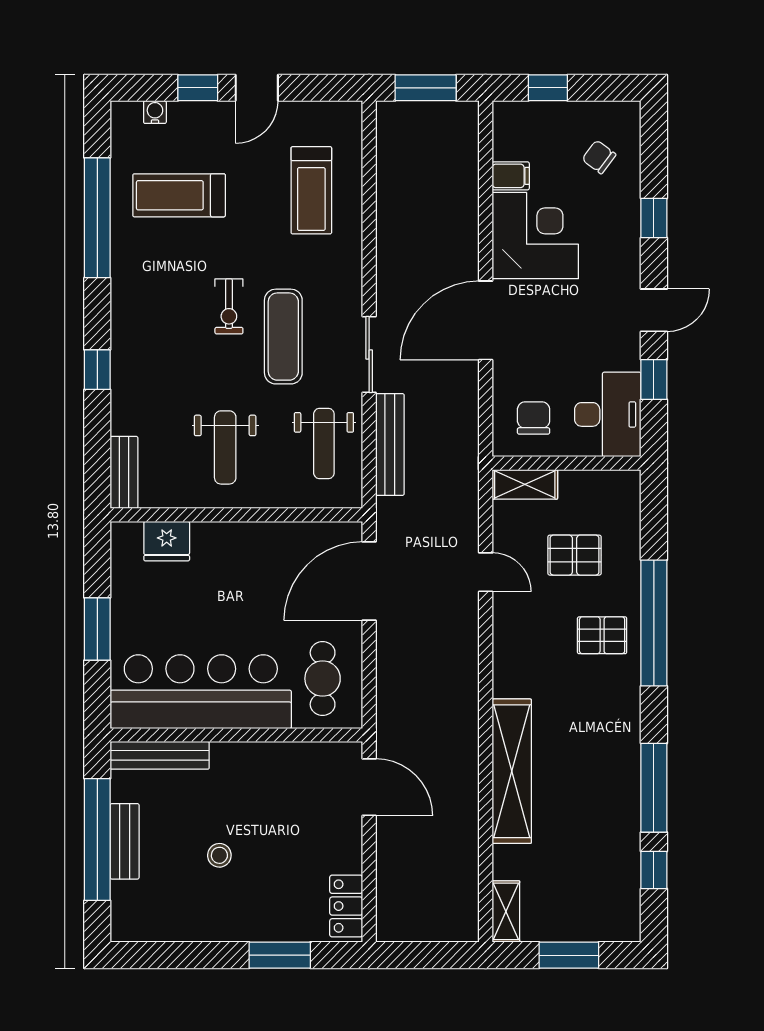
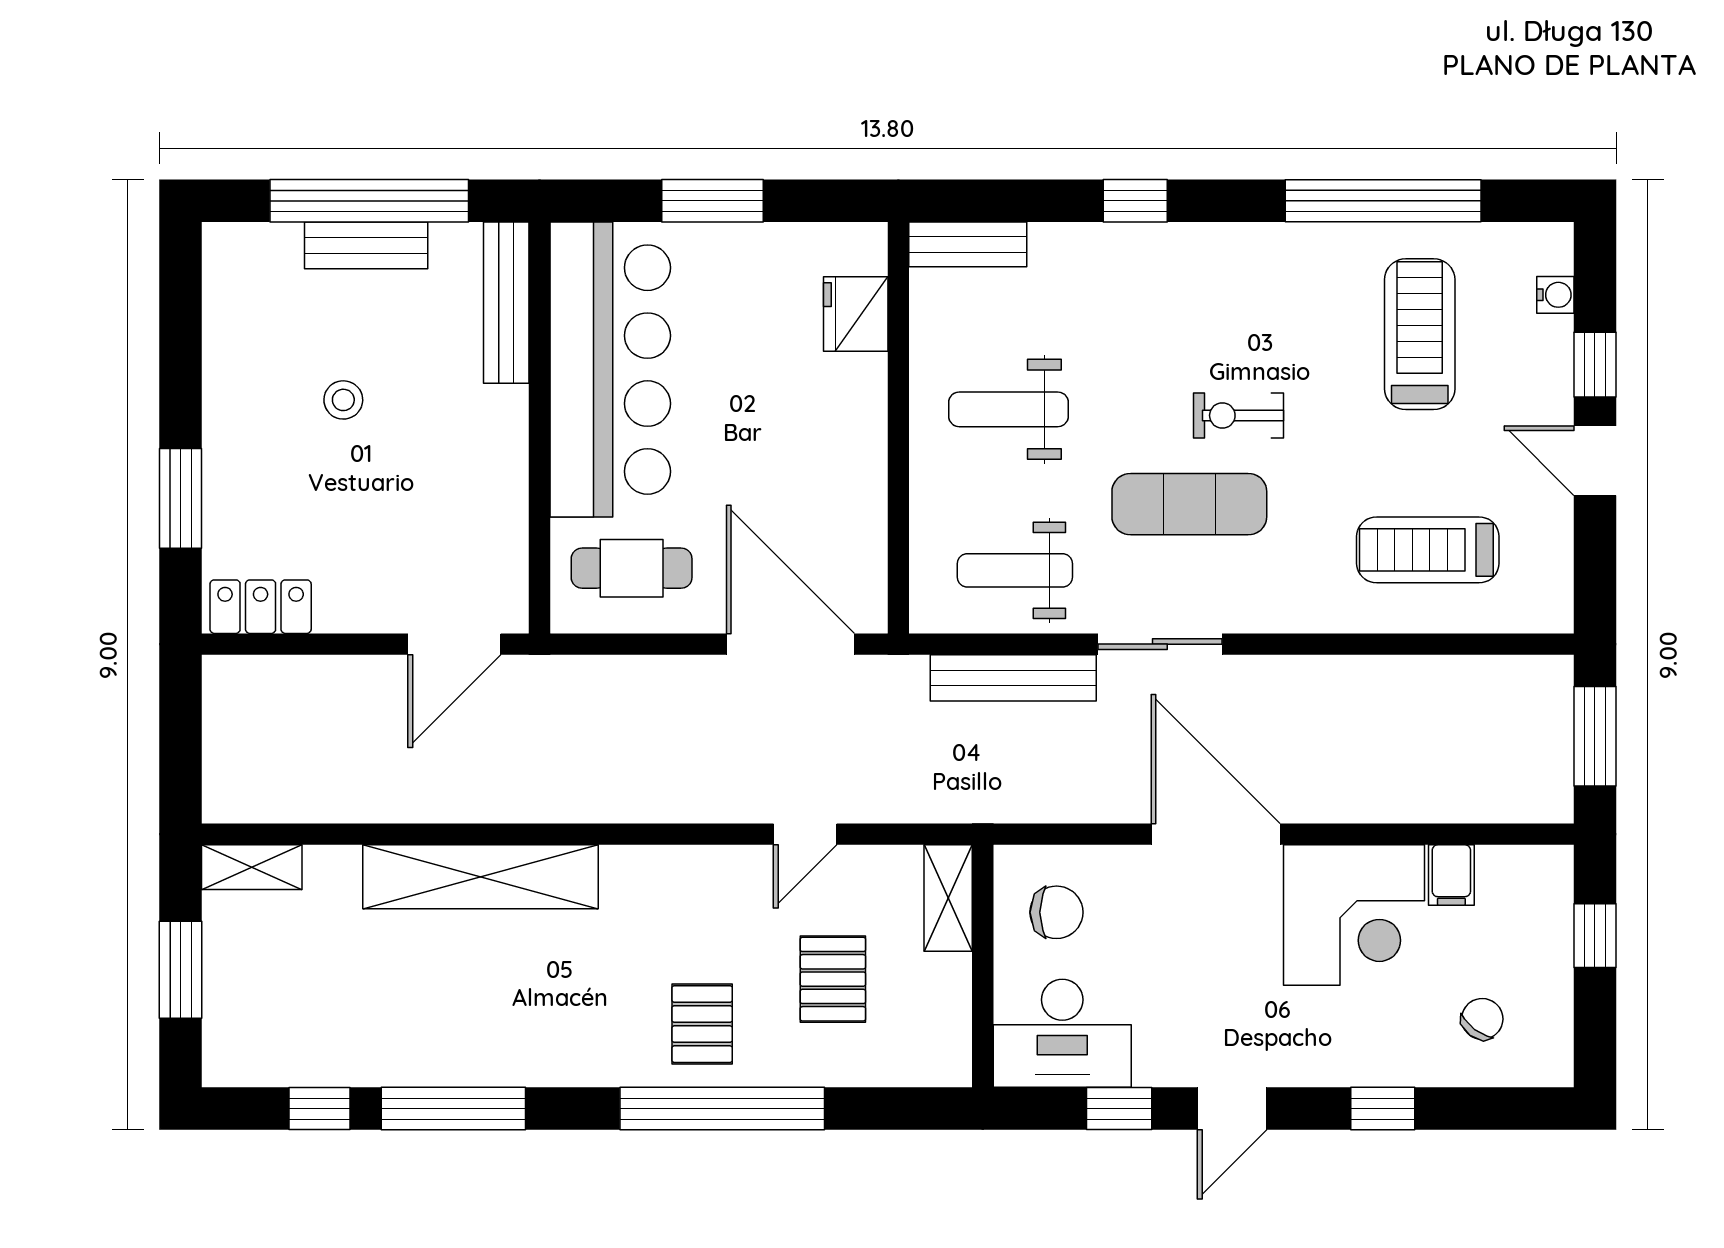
door: (654, 310) -> (1232, 1109), hinge flipped

